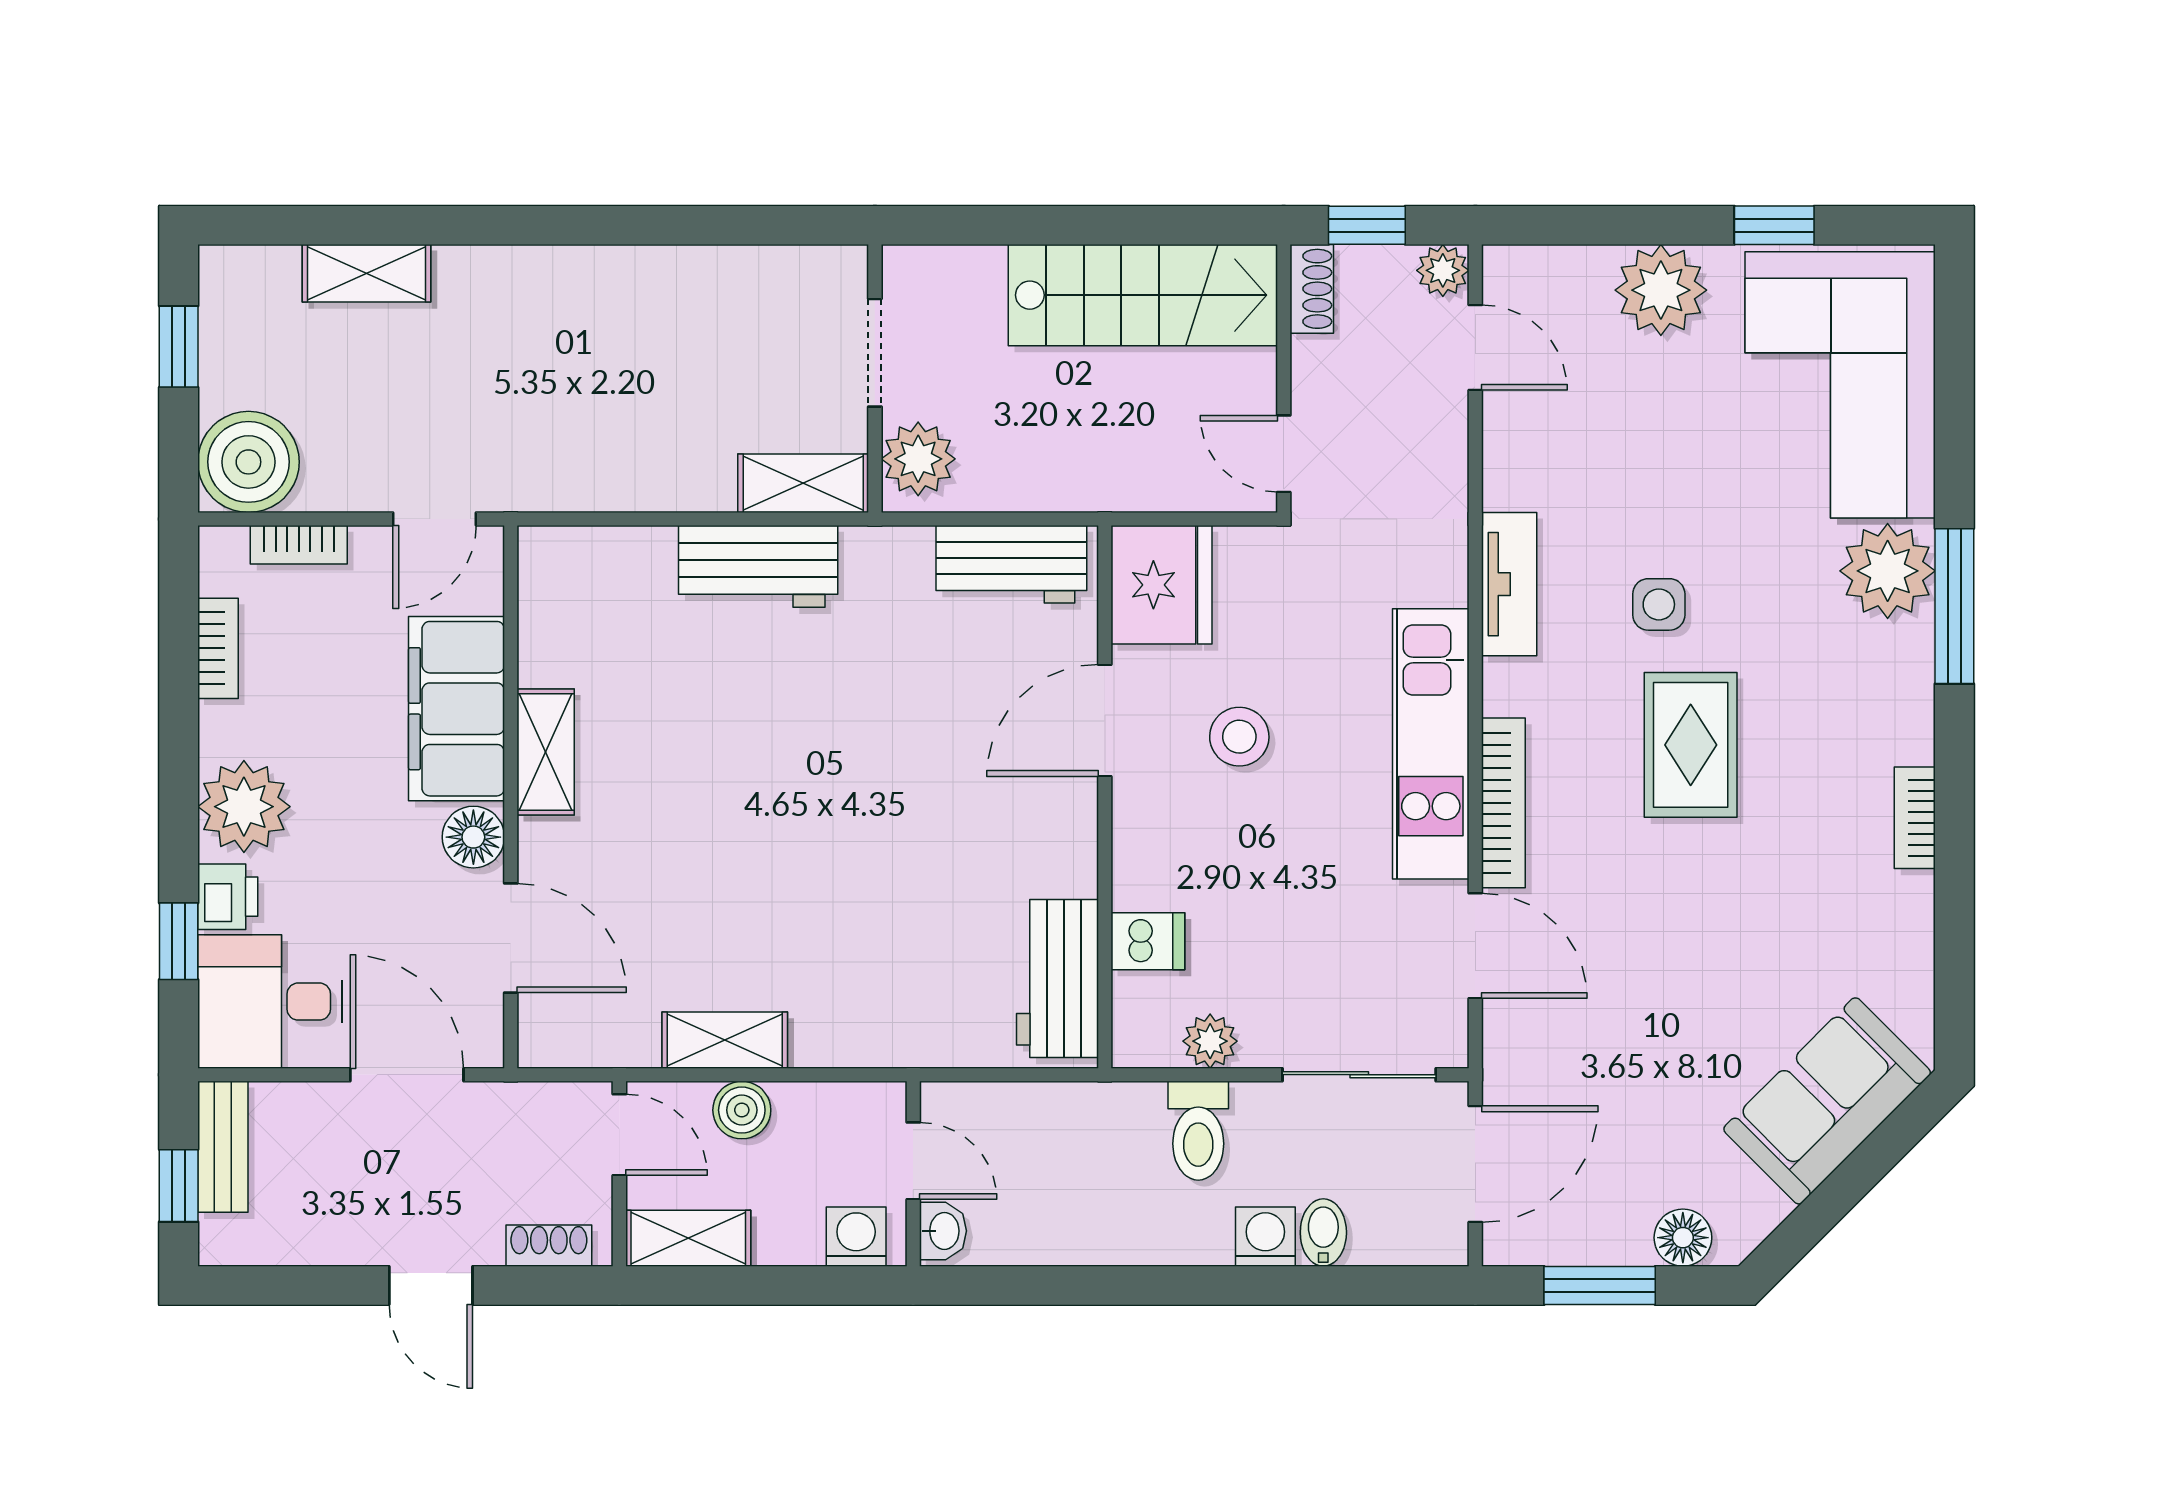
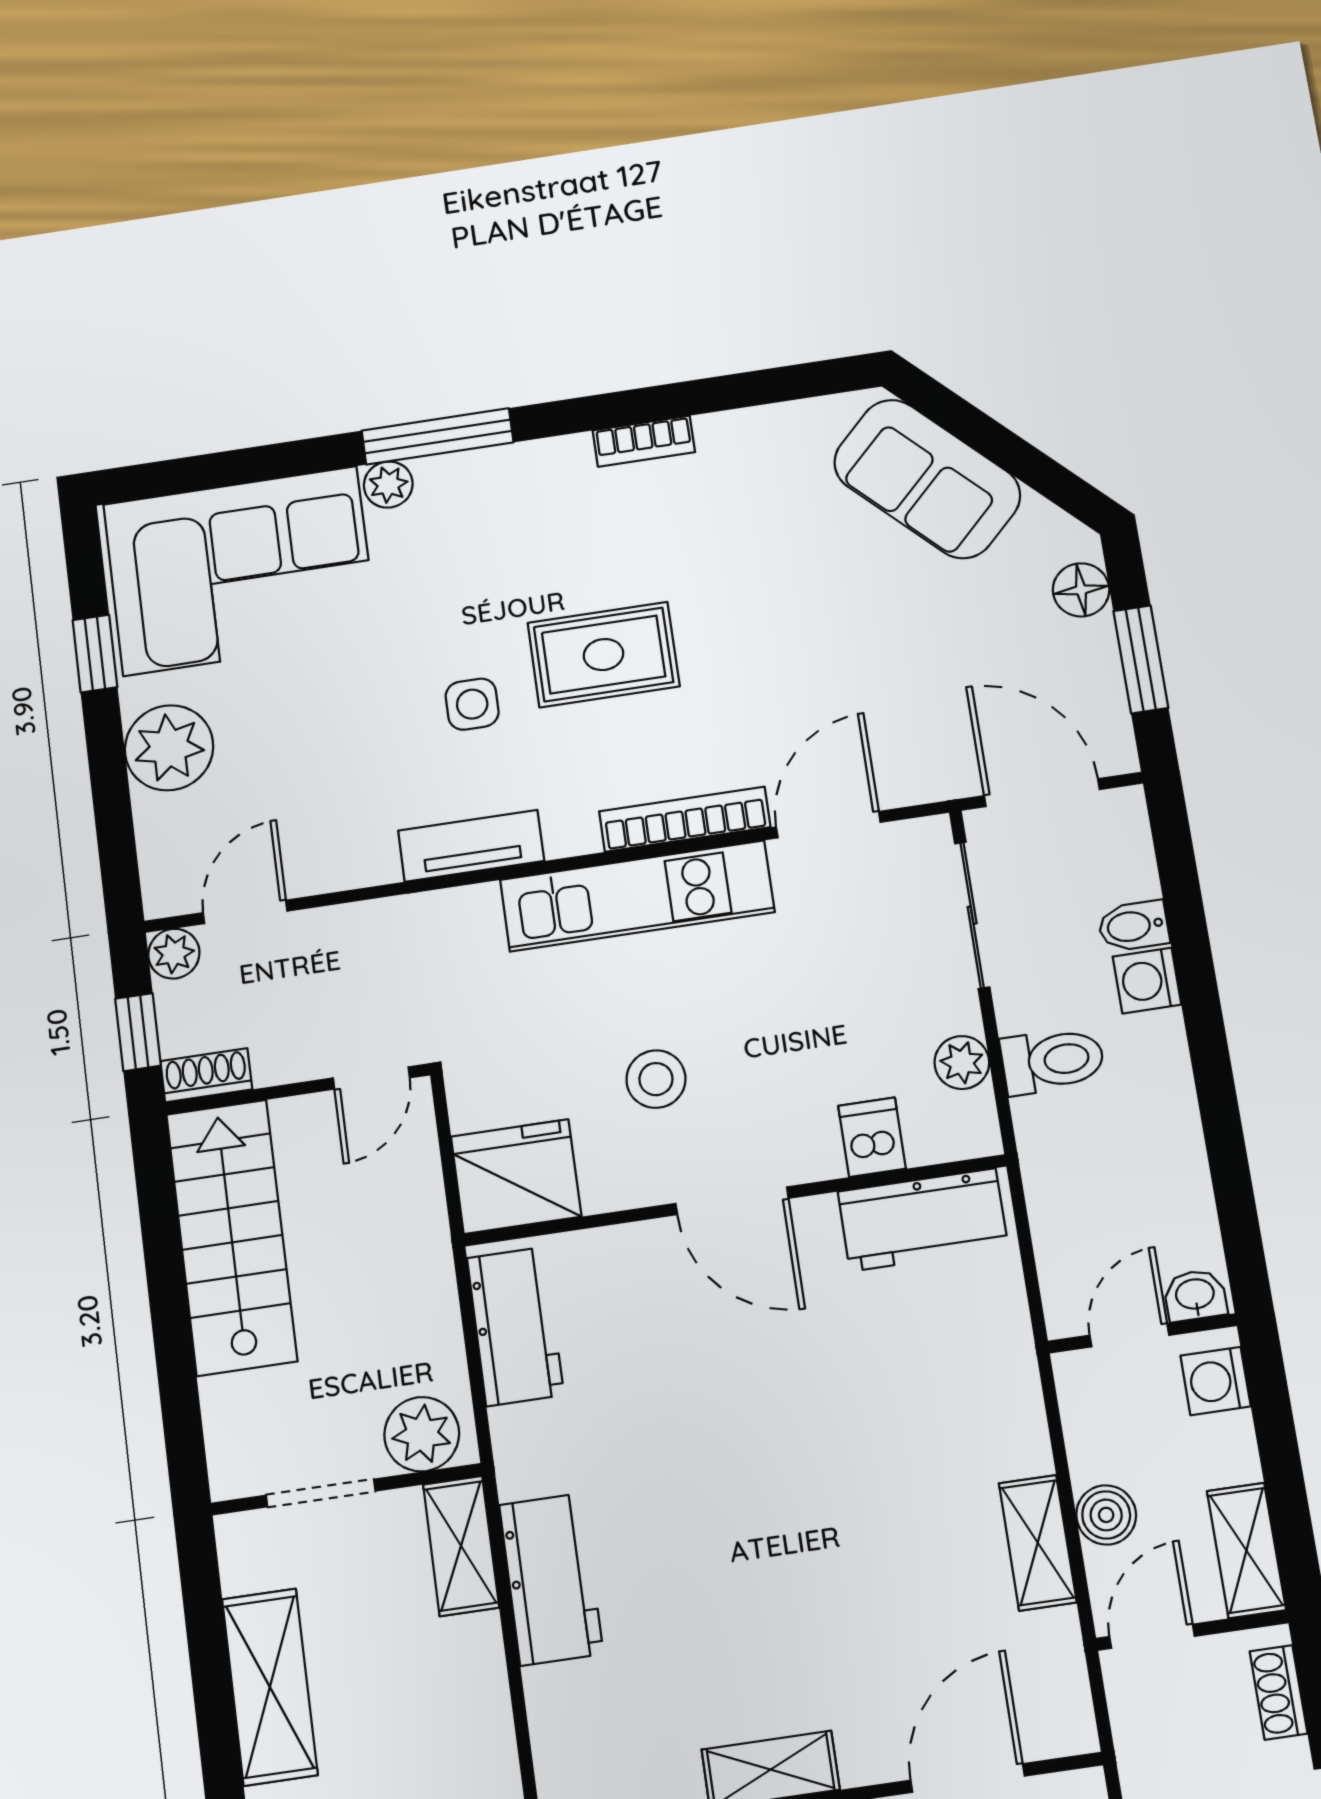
shelving: (694, 281) -> (270, 1687), added
plant: (1888, 571) -> (388, 485), width x0.53, depth x0.53
door: (1105, 720) -> (732, 1201), moved

